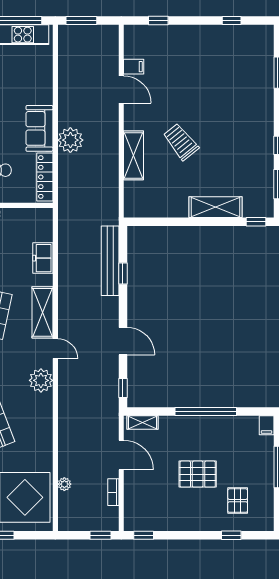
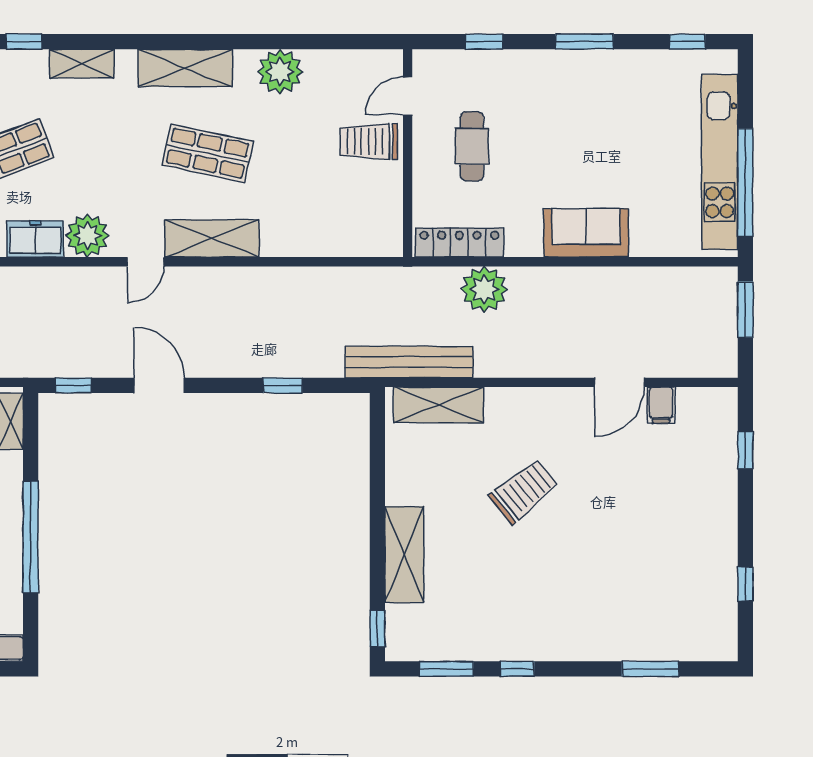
sofa: (39, 128) -> (586, 233), moved
plant: (70, 140) -> (484, 289), moved
shelving: (134, 155) -> (438, 405), moved
freezer: (43, 258) -> (35, 239), moved
bench: (110, 261) -> (409, 362), moved
door: (123, 341) -> (159, 385), swing flipped

